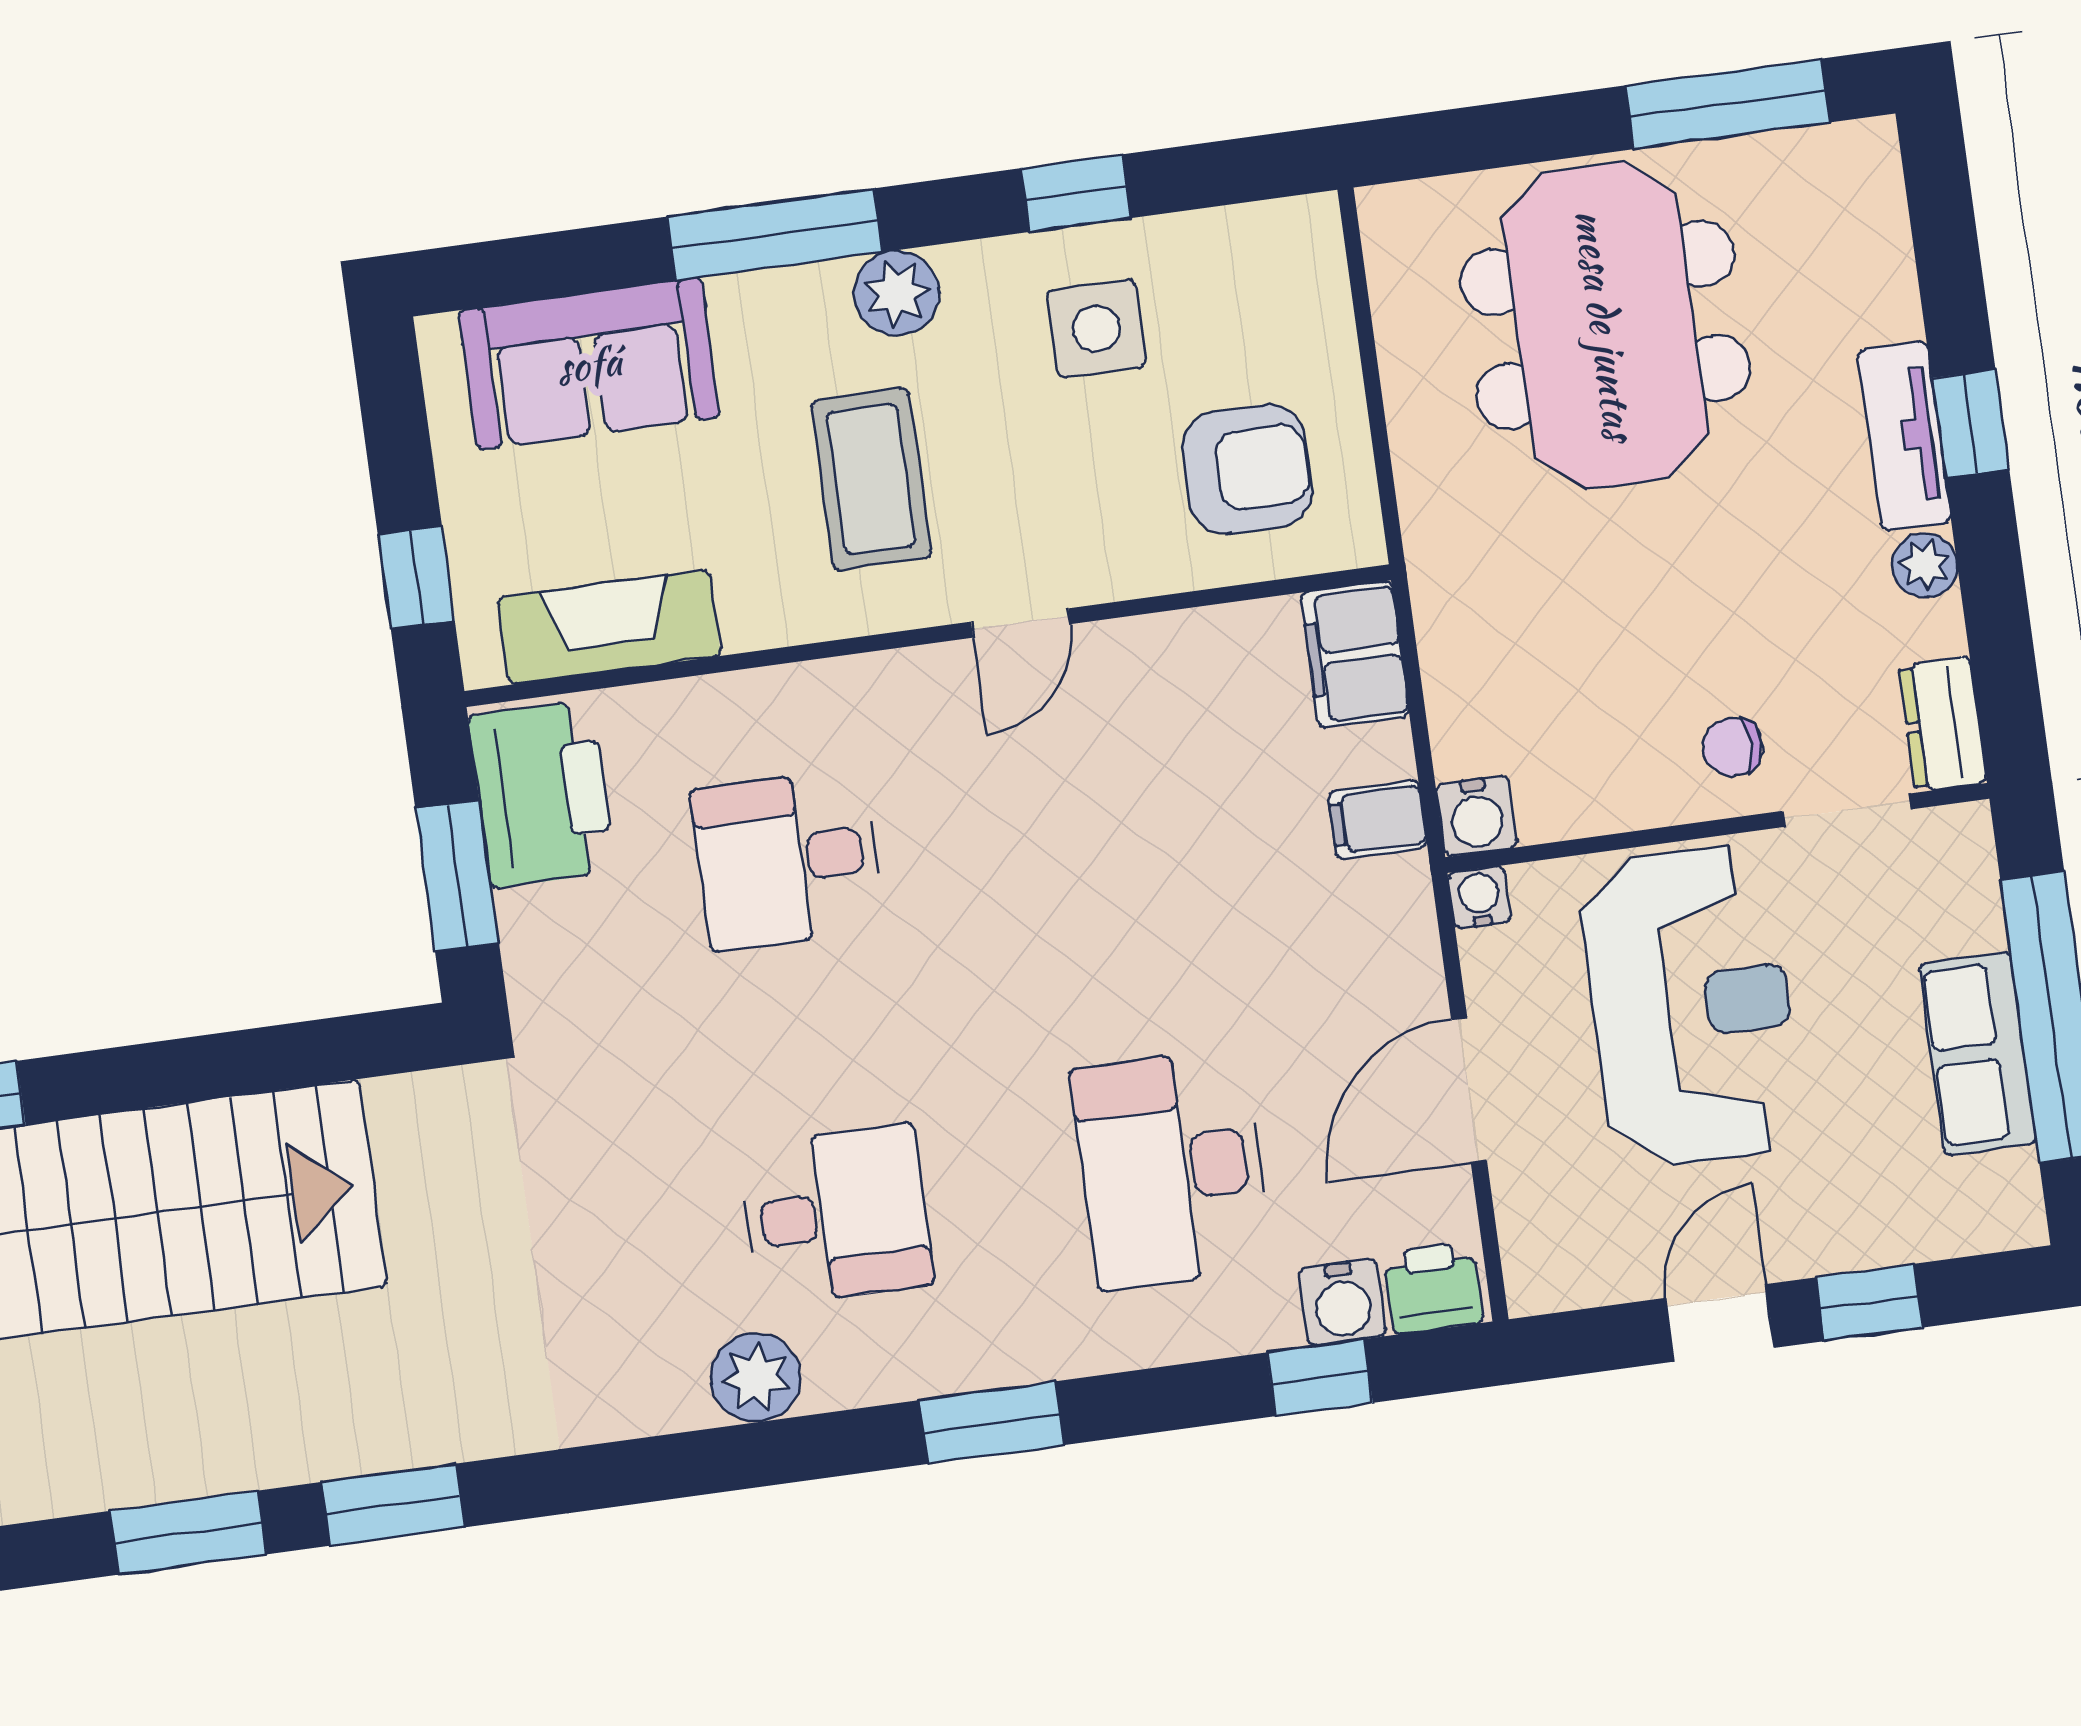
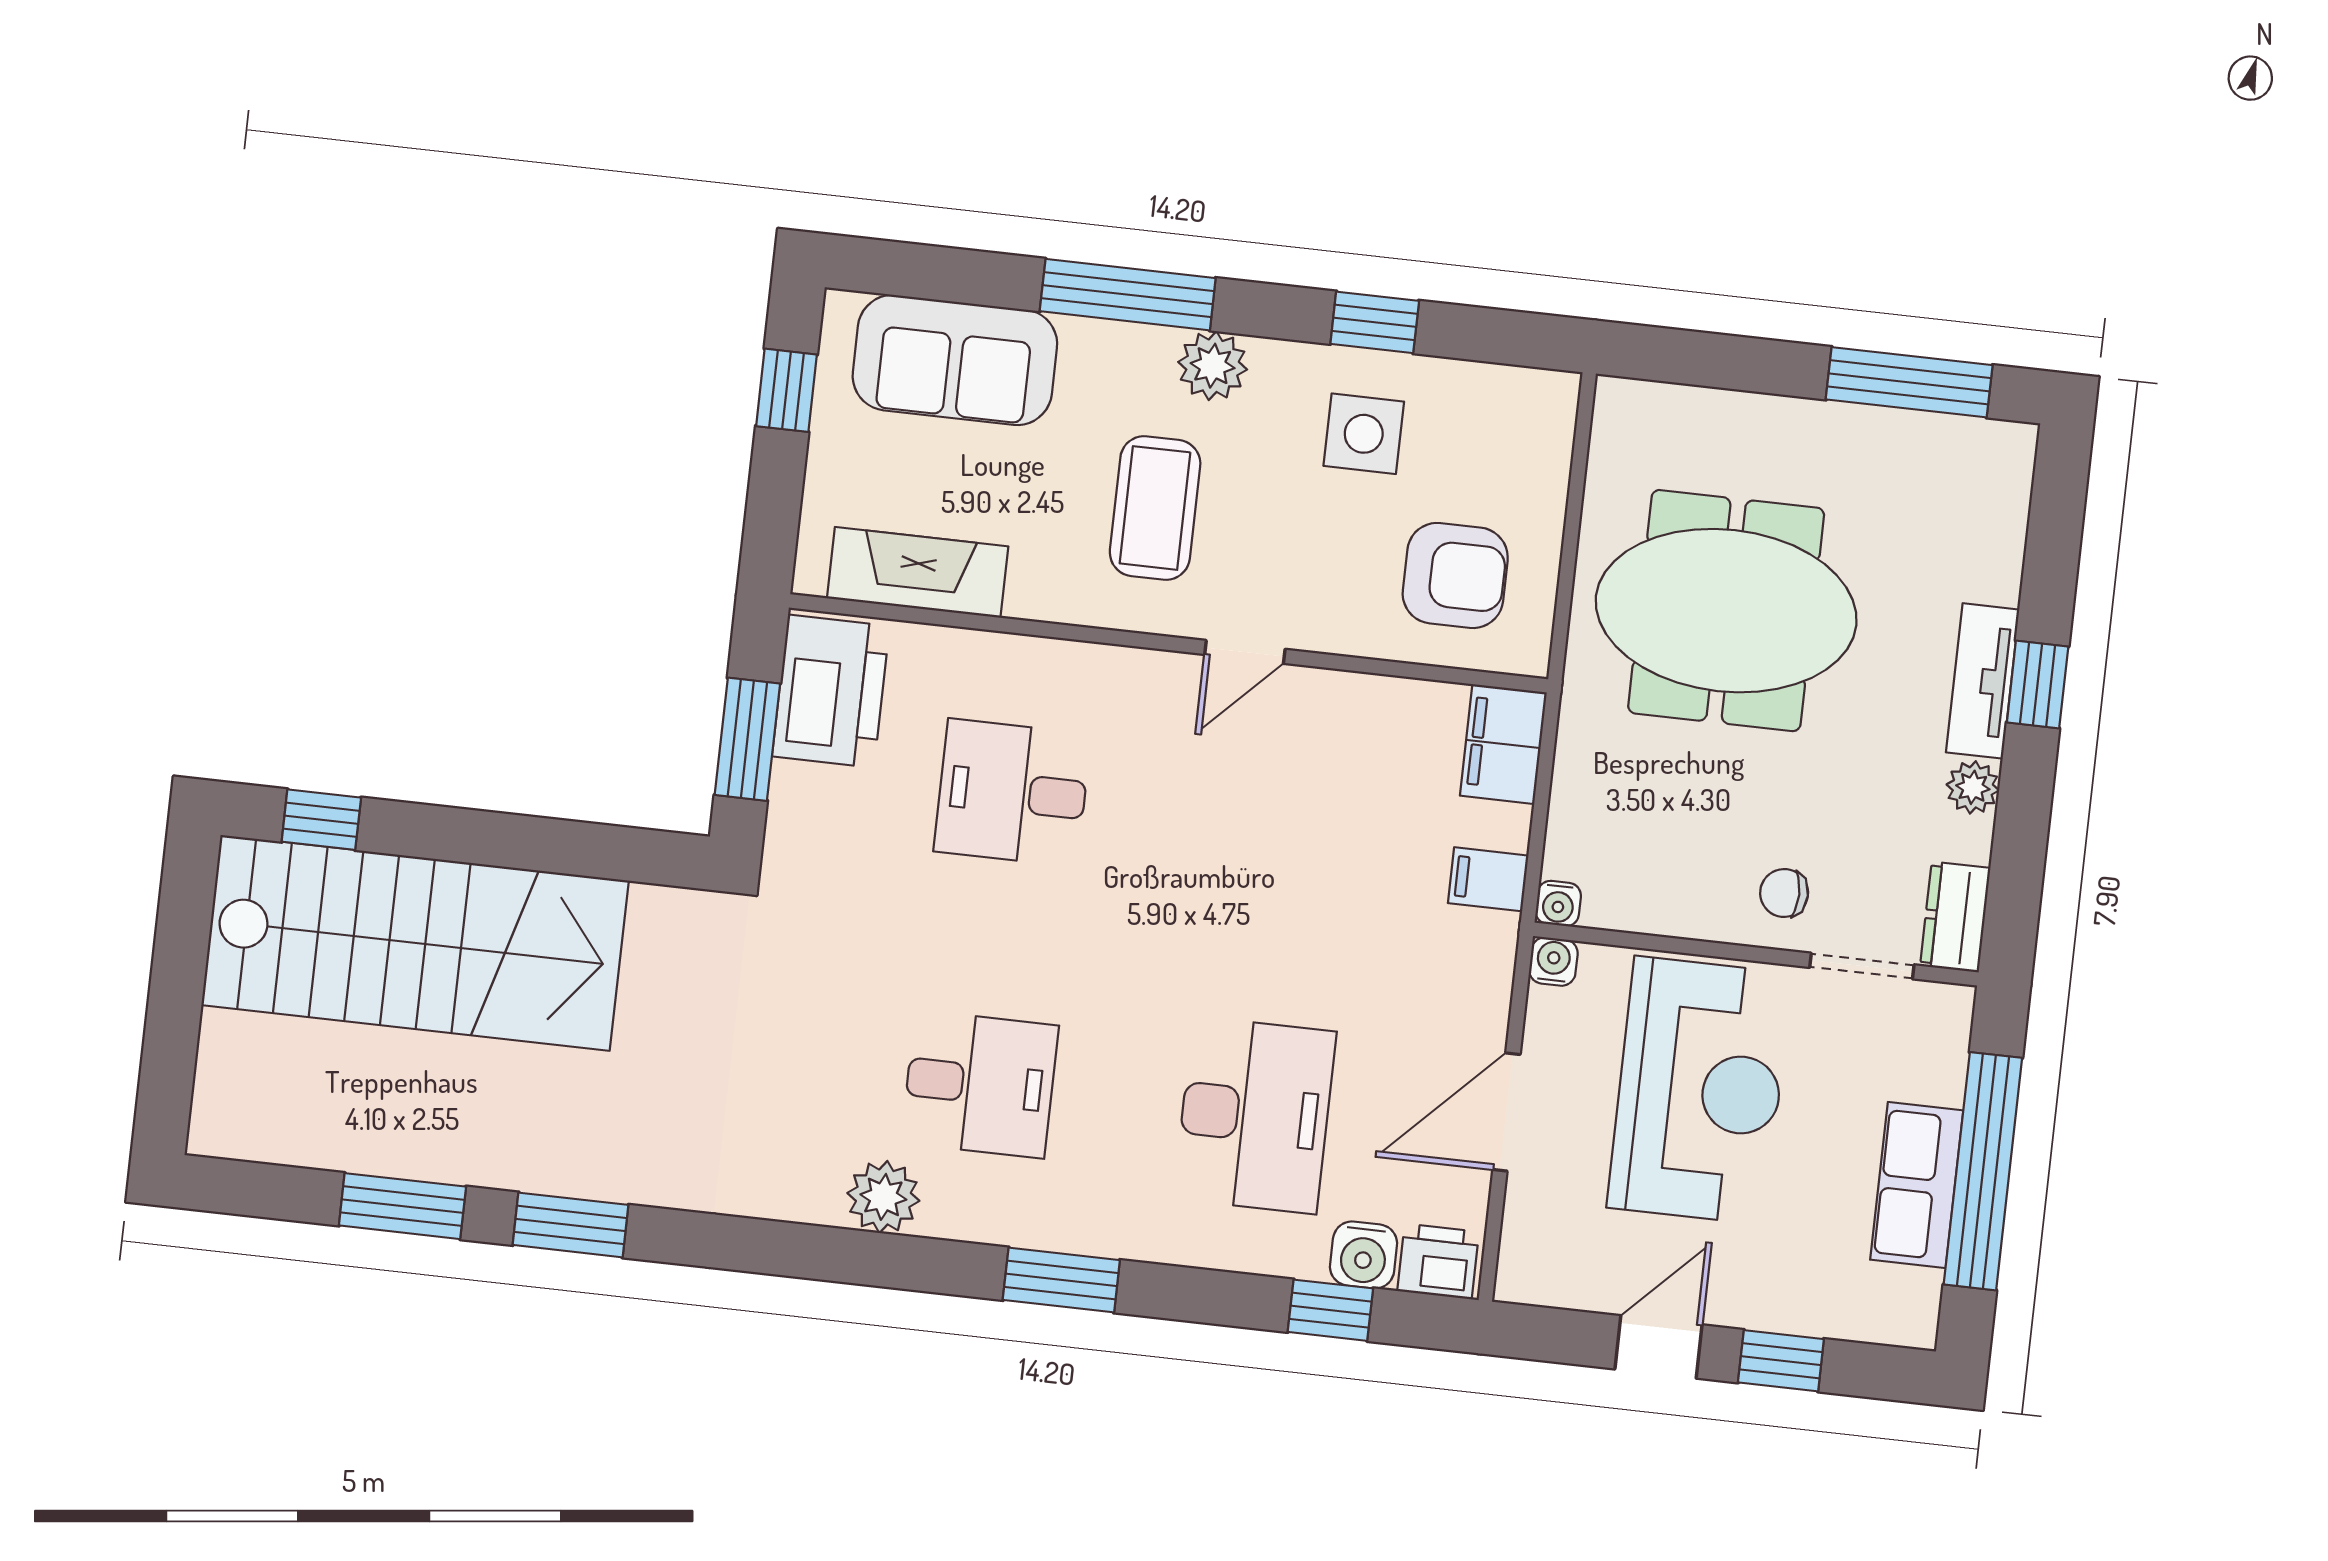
meeting table: (1605, 325) -> (1726, 611), moved, turned 90
window: (416, 578) -> (787, 390), moved
water cooler: (1477, 816) -> (1558, 904), width x0.72, depth x0.72
desk: (1172, 1169) -> (1255, 1115), turned 180

